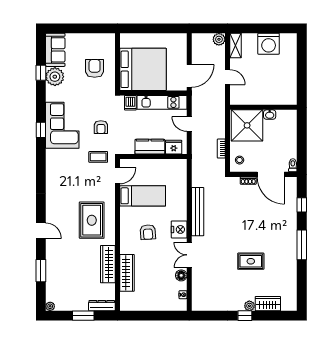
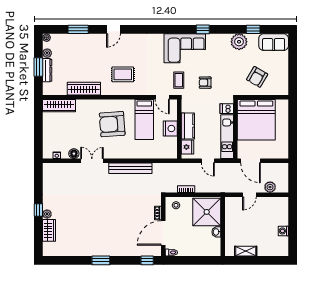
plant: (219, 39) -> (270, 187), moved
washing machine: (269, 44) -> (283, 231), width x0.53, depth x0.53
shelving: (236, 46) -> (246, 251), moved
armchair: (95, 68) -> (257, 77), turned 120
plant: (55, 77) -> (239, 42), moved
door: (189, 124) -> (208, 161), swing flipped
corner sofa: (62, 125) -> (185, 48), moved
window: (302, 205) -> (147, 260), moved
rug: (92, 220) -> (123, 74), width x0.73, depth x0.70
nightstand: (179, 229) -> (170, 129), moved, turned -90
armchair: (148, 232) -> (112, 124), width x1.88, depth x1.88
window: (302, 245) -> (101, 260), width x0.69
rug: (251, 261) -> (86, 215), removed
wardrobe: (127, 273) -> (59, 106), moved
plant: (68, 306) -> (47, 53), added
dresser: (102, 306) -> (47, 70), moved

